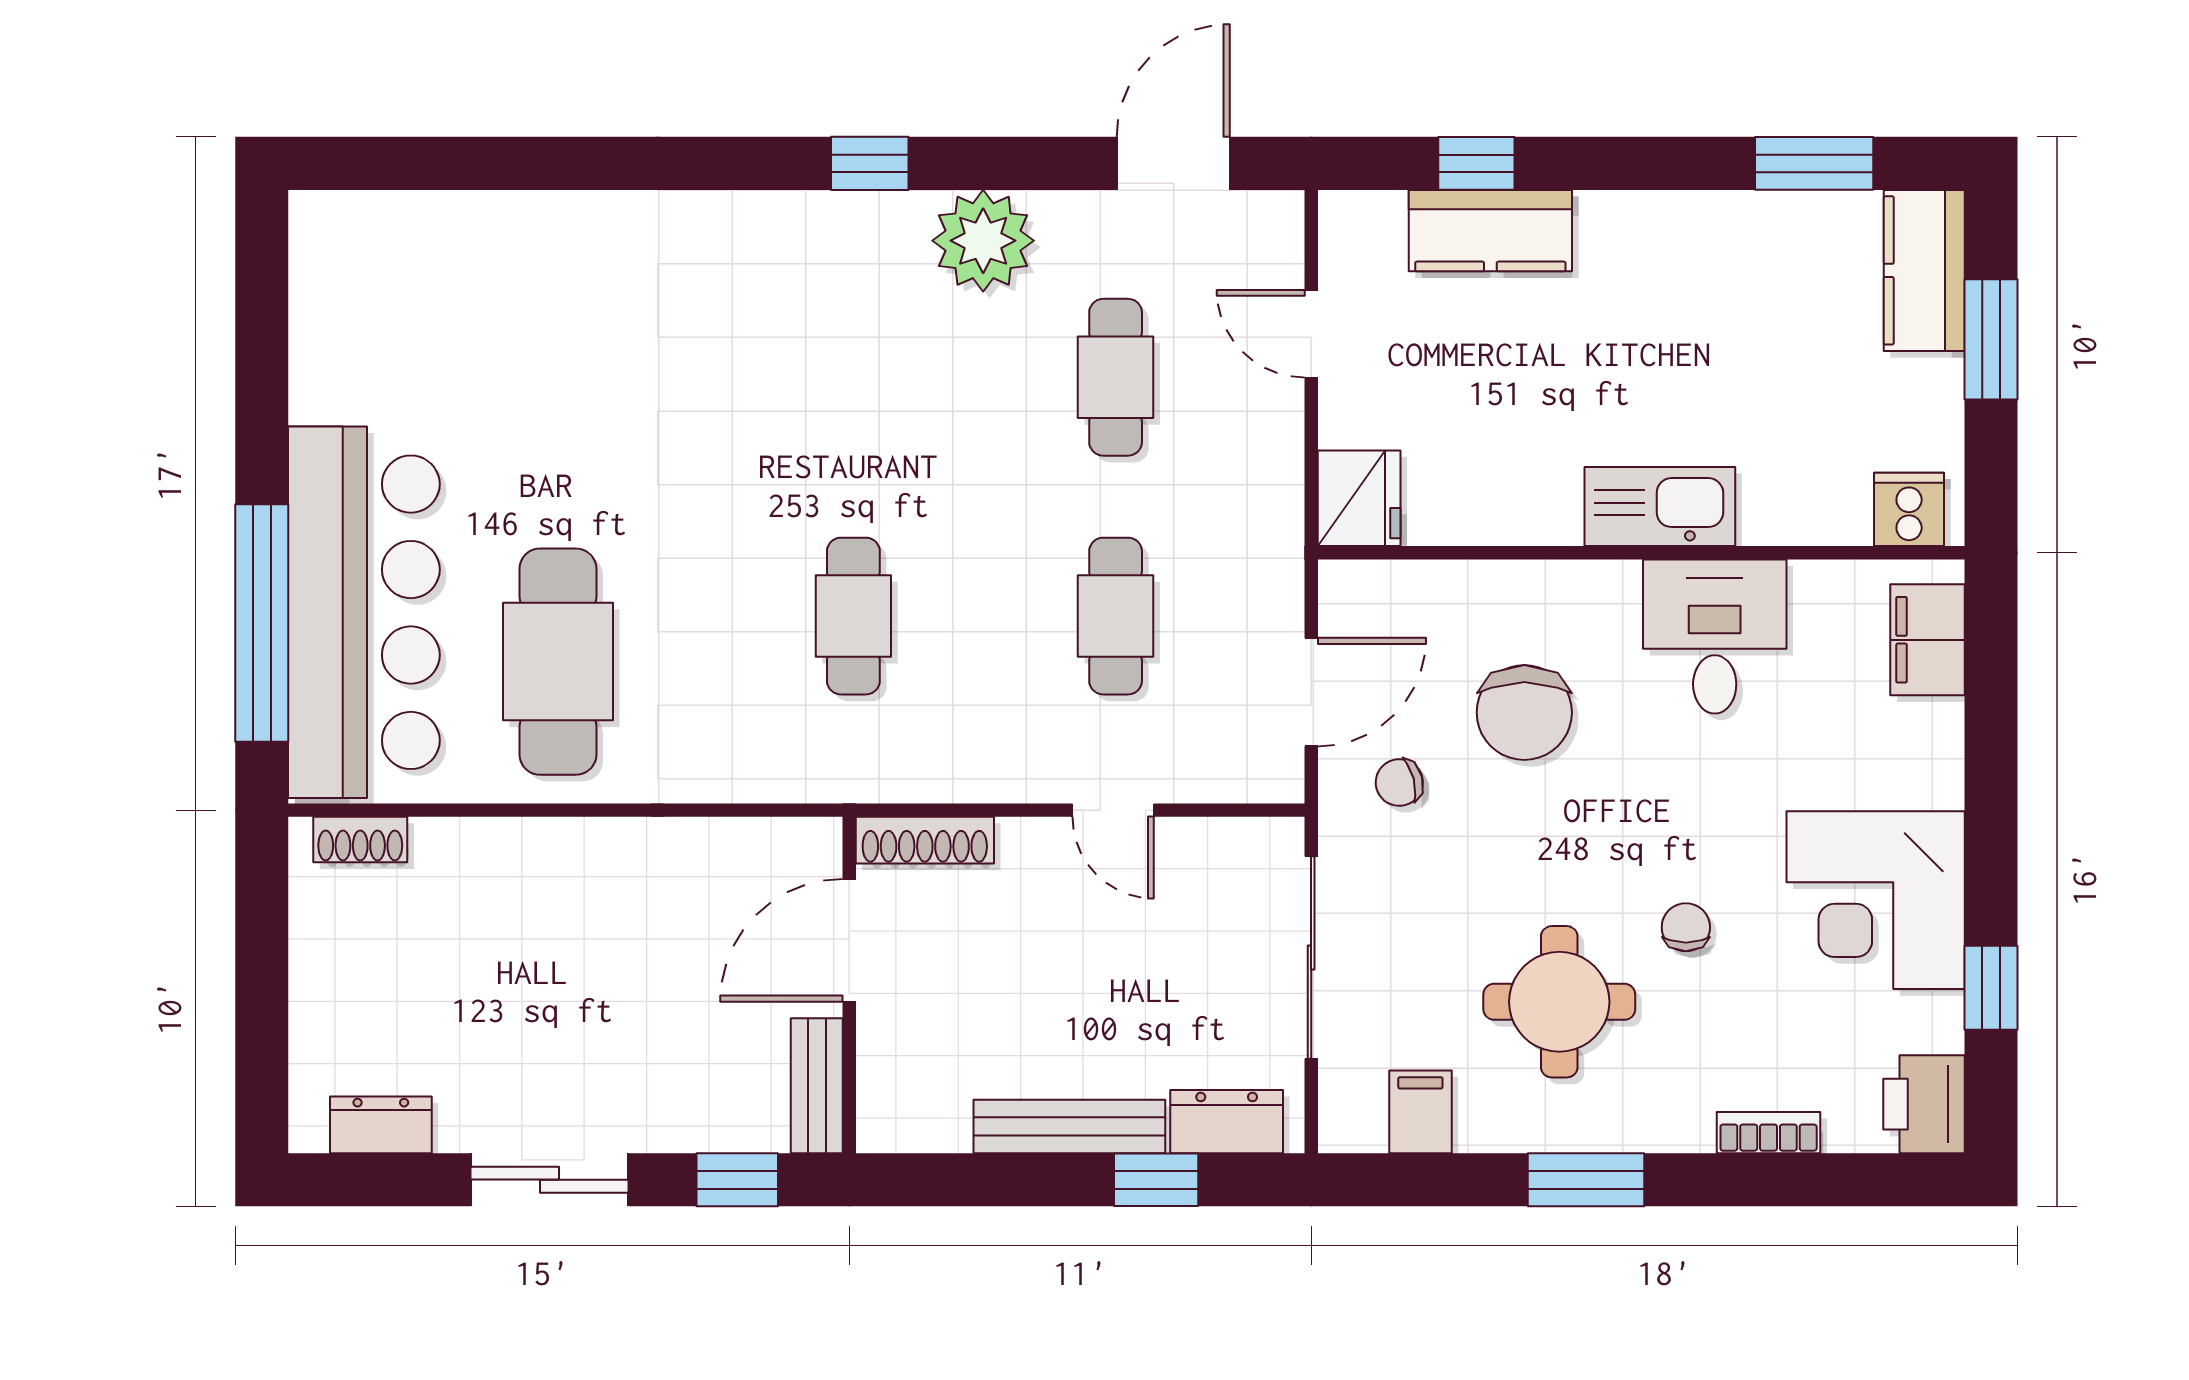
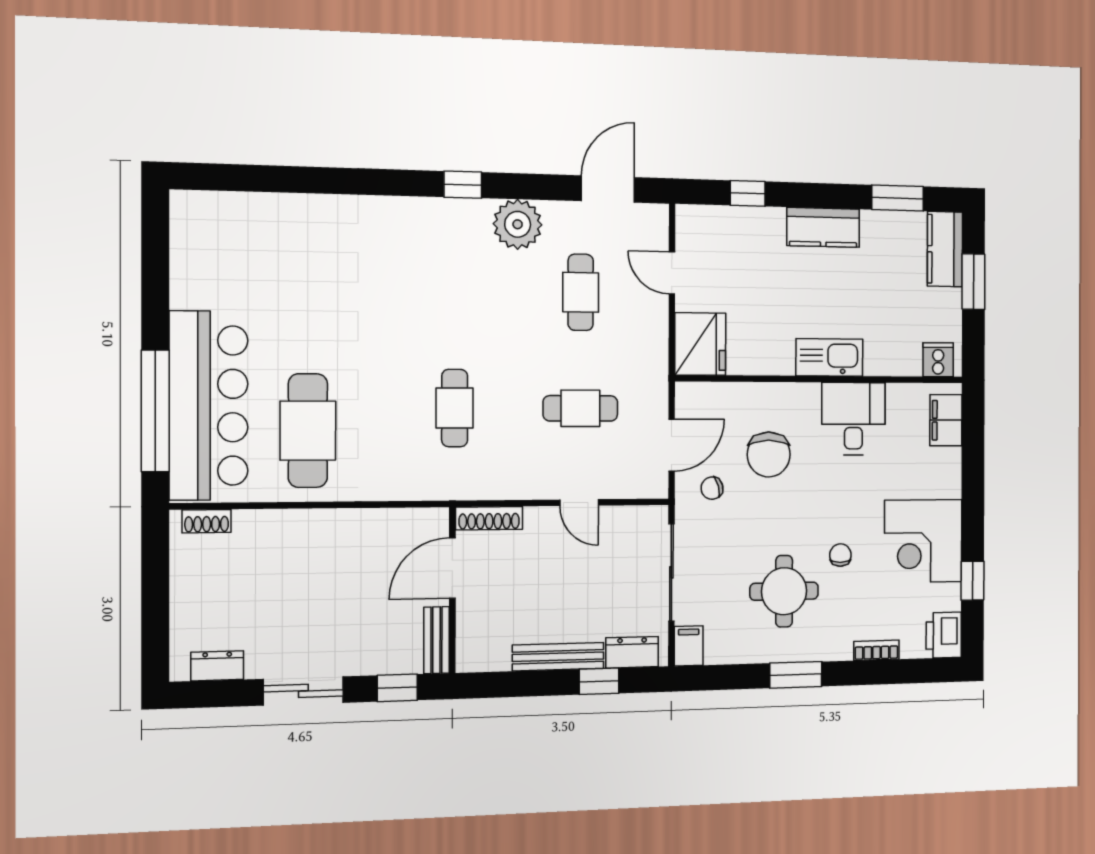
kitchen counter: (1490, 231) -> (823, 227), moved
fridge: (1359, 498) -> (700, 344), width x1.36, depth x1.34
cafe table: (1116, 616) -> (580, 408), turned 90
filing cabinet: (1420, 1112) -> (689, 646), moved

